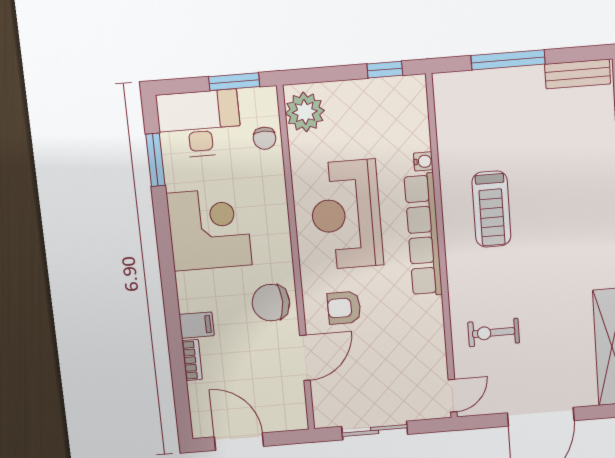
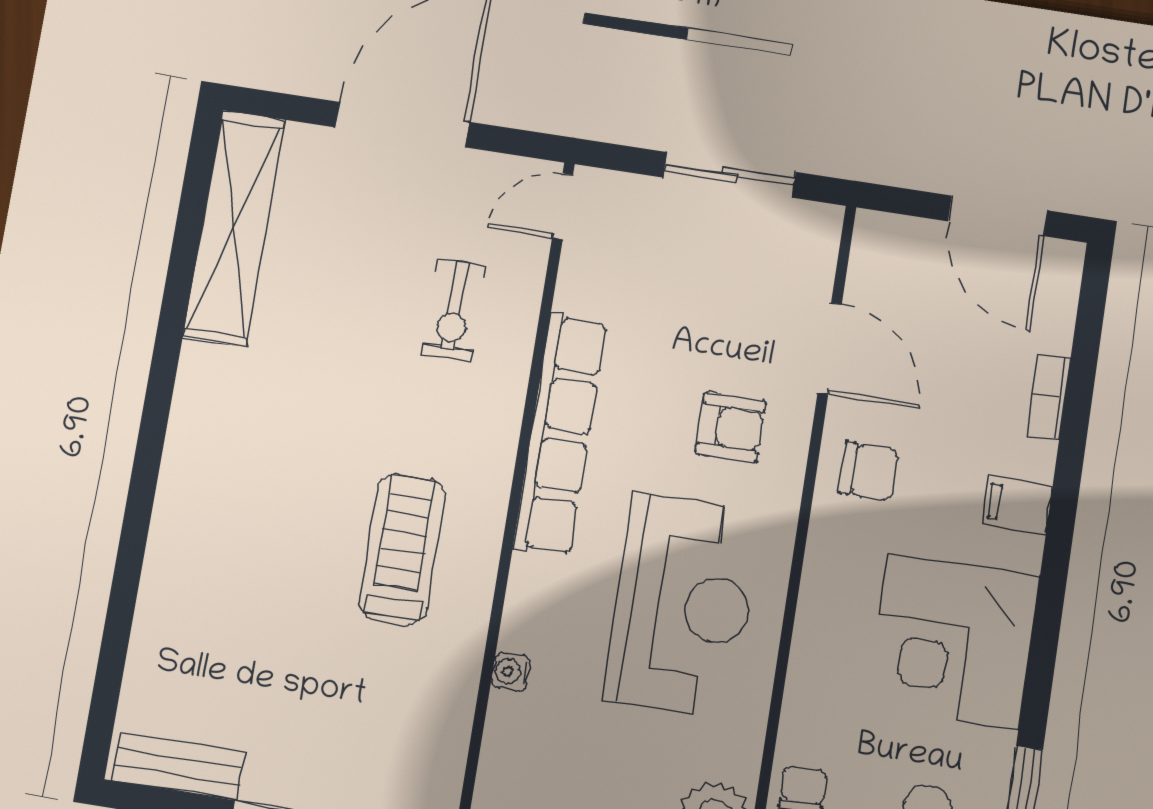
row of seats: (423, 235) -> (560, 435), moved
chair: (271, 303) -> (869, 471), width x0.73, depth x0.73
filing cabinet: (197, 325) -> (1017, 505), moved
exercise bike: (494, 333) -> (454, 310), turned 90
door: (305, 358) -> (830, 349), swing flipped

